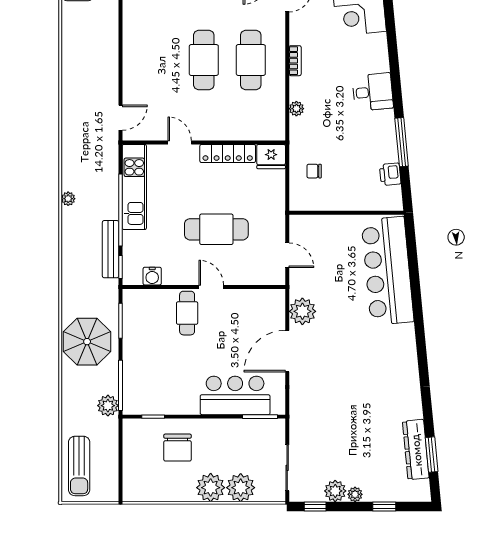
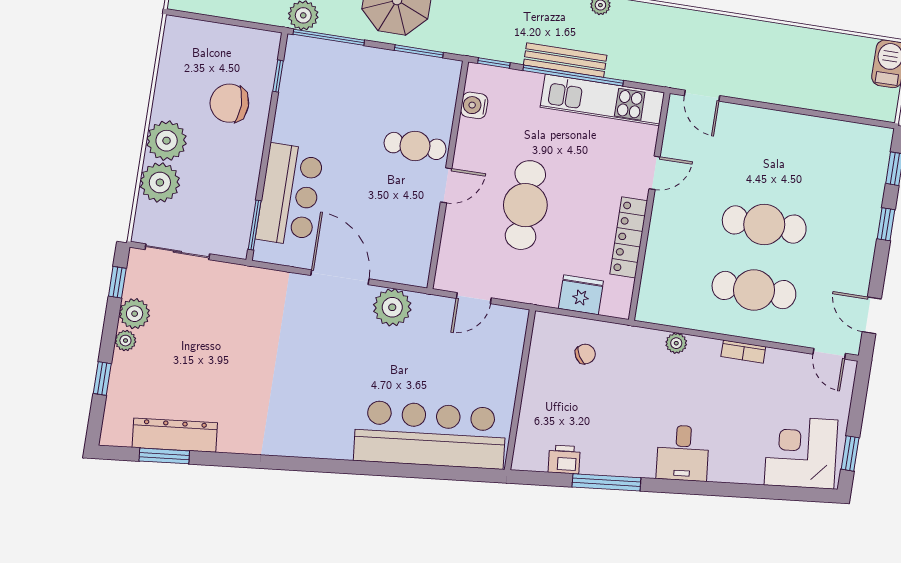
fridge: (271, 157) -> (581, 295), moved, turned 90
chair: (314, 171) -> (585, 354), turned 59
bench: (111, 249) -> (565, 60), moved

